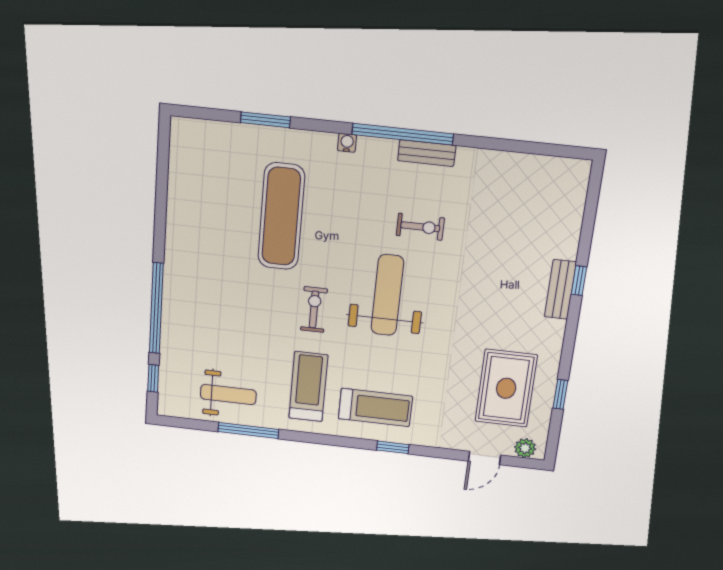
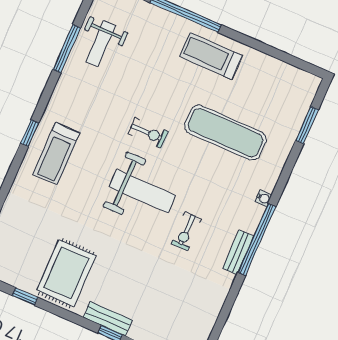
window: (265, 120) -> (307, 125), moved
treadmill: (308, 387) -> (211, 56), moved, turned 180
rug: (506, 388) -> (66, 273), moved, turned 90
window: (393, 447) -> (30, 133), moved

